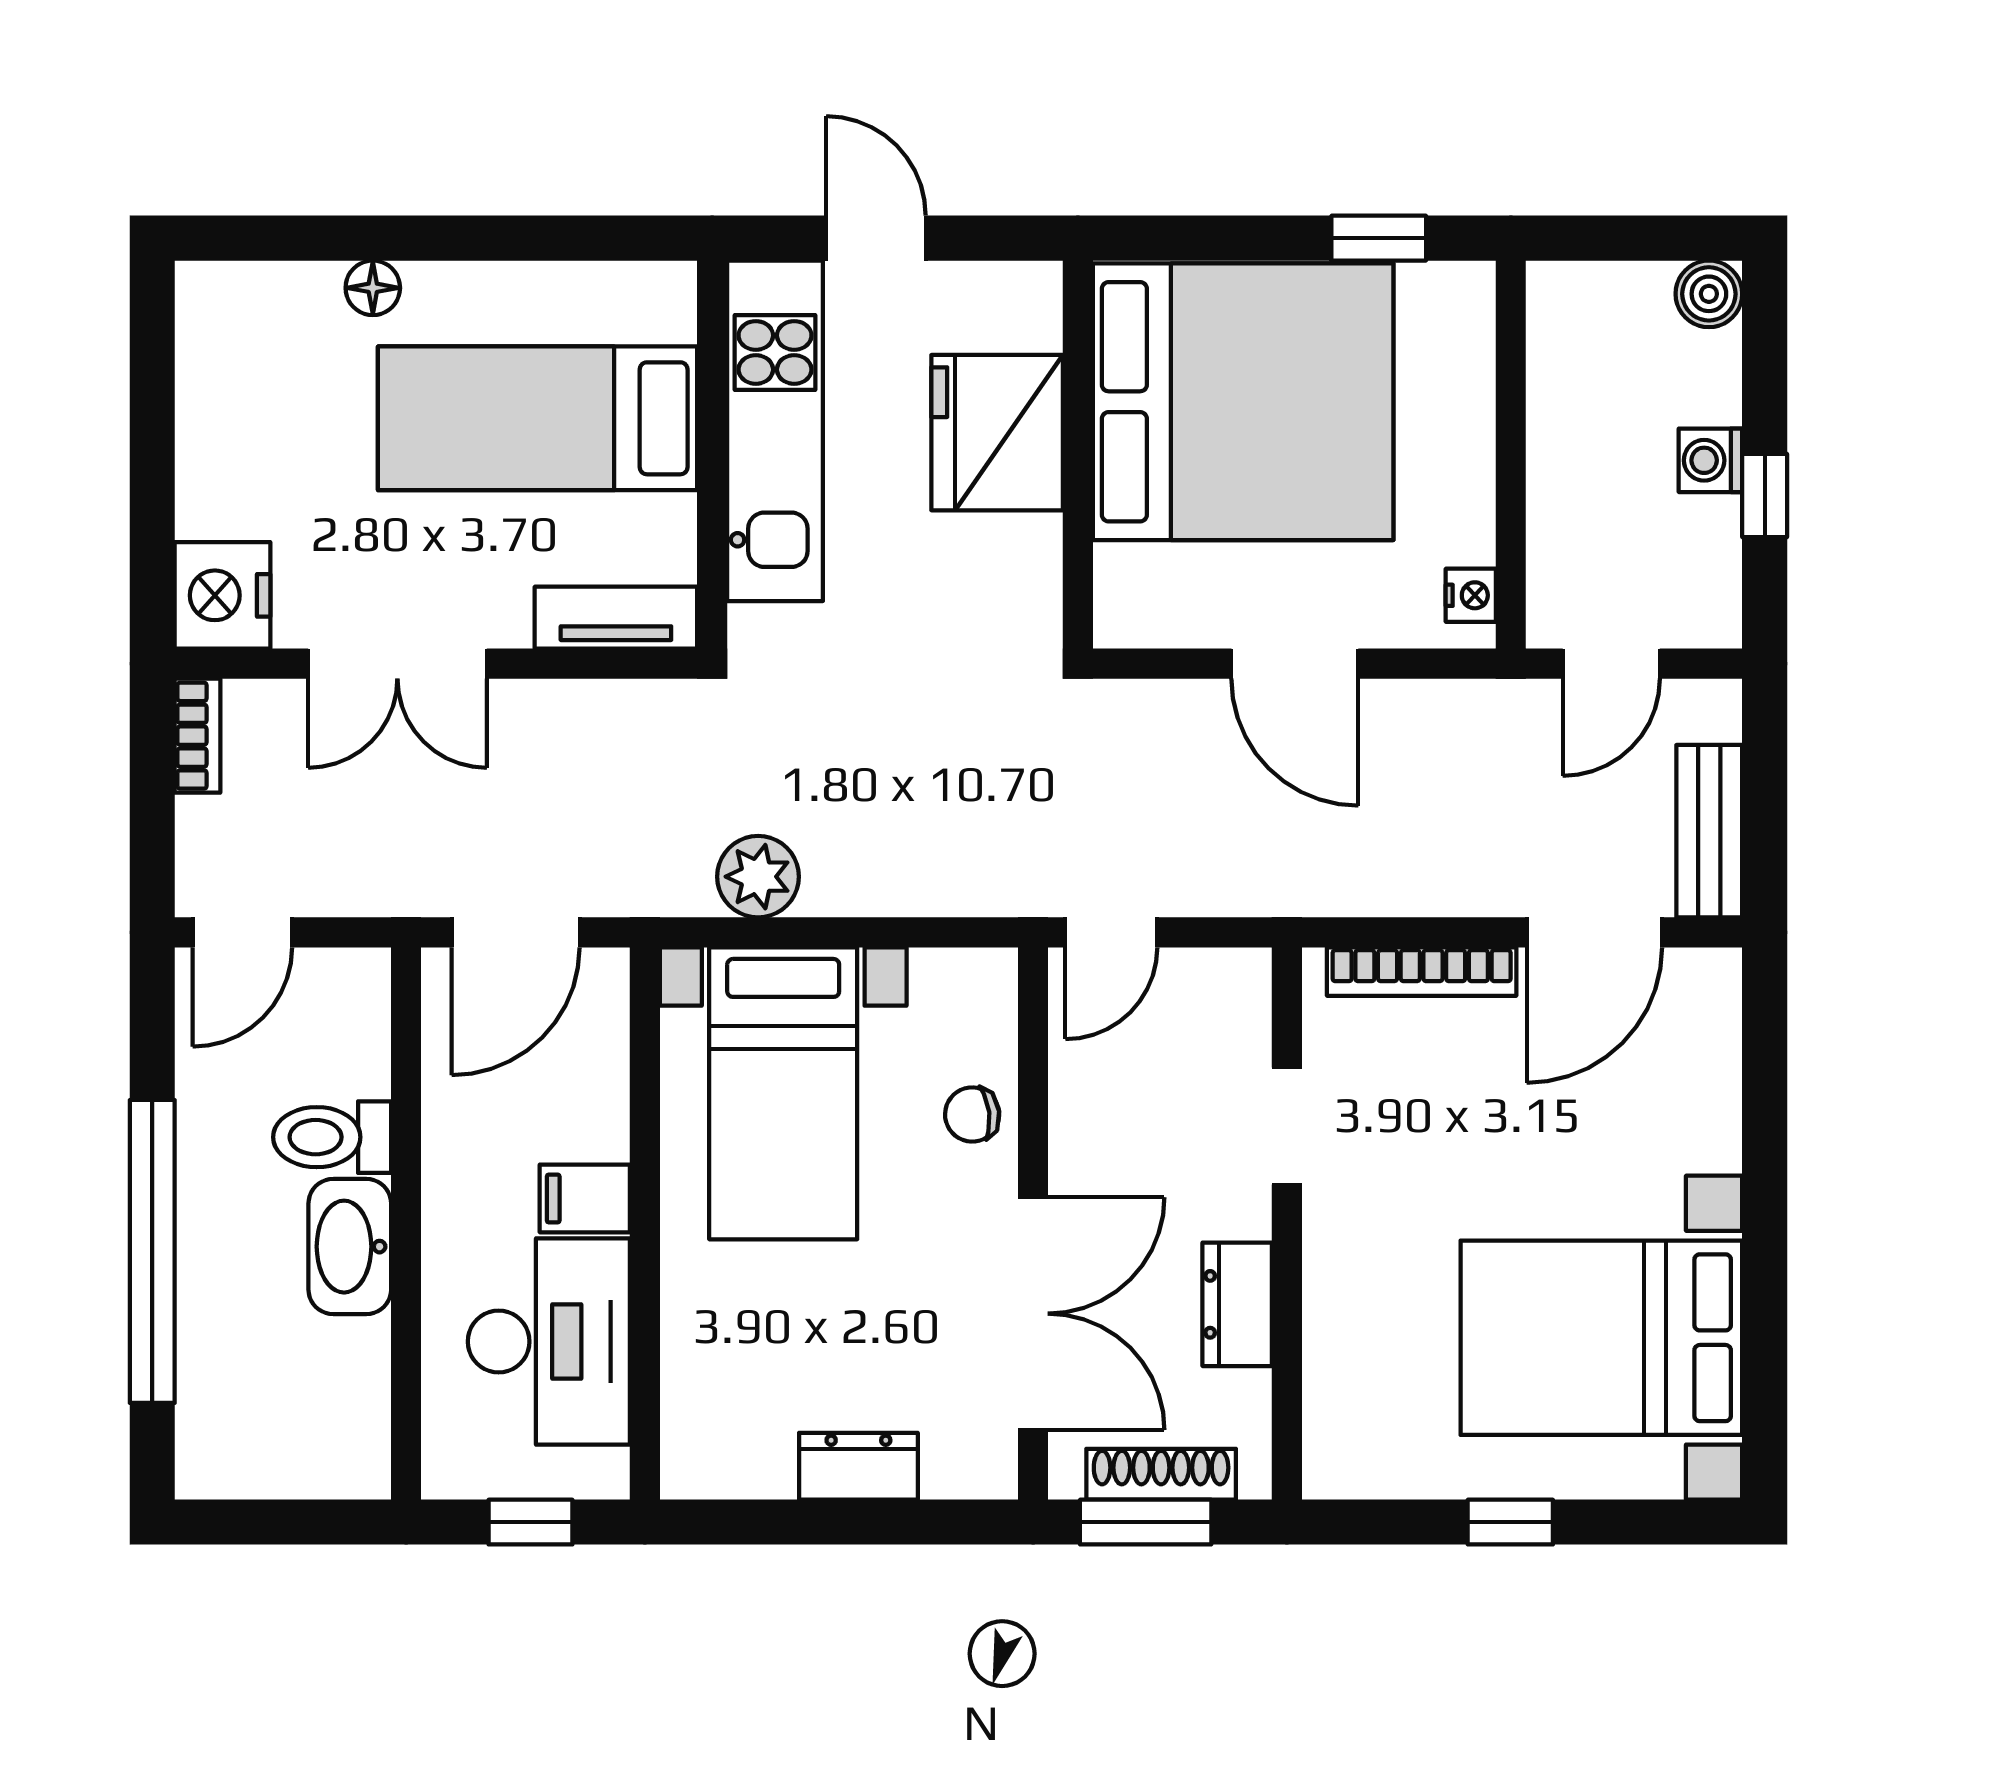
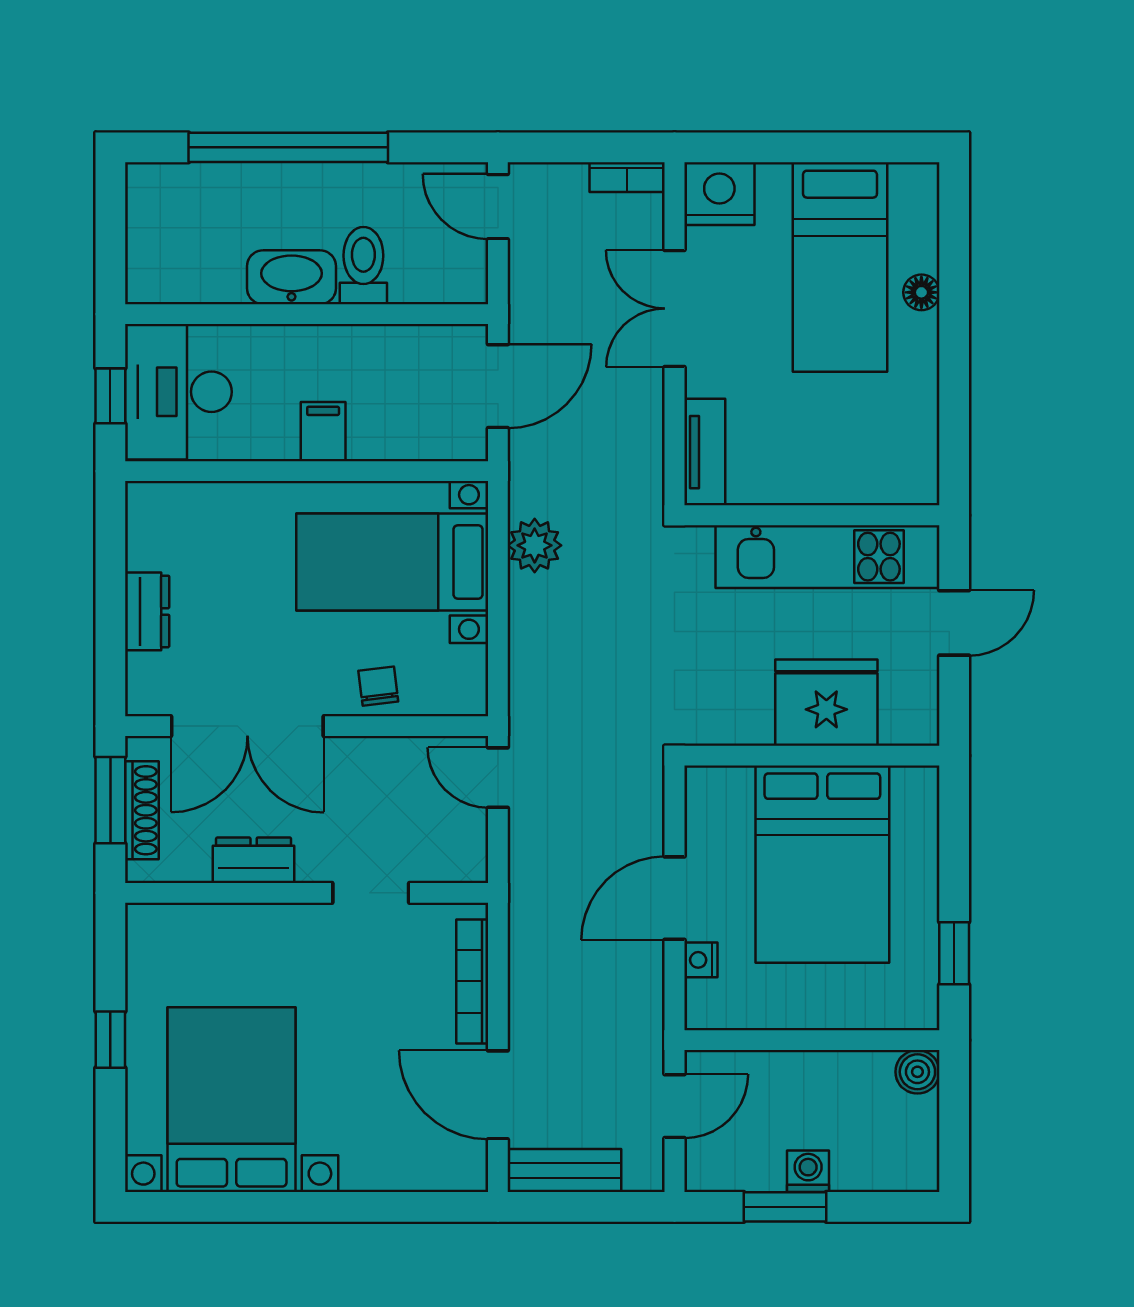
boiler: (1709, 294) -> (917, 1072), moved
bed: (1243, 402) -> (822, 864), width x0.73
bed: (538, 418) -> (840, 267), moved, turned 180
window: (1765, 496) -> (785, 1207), width x1.50
nightstand: (1471, 595) -> (701, 960), moved, turned 90
door: (1611, 664) -> (674, 1106), swing flipped
door: (516, 932) -> (498, 386), swing flipped
desk: (549, 1342) -> (178, 392), moved, turned 90

